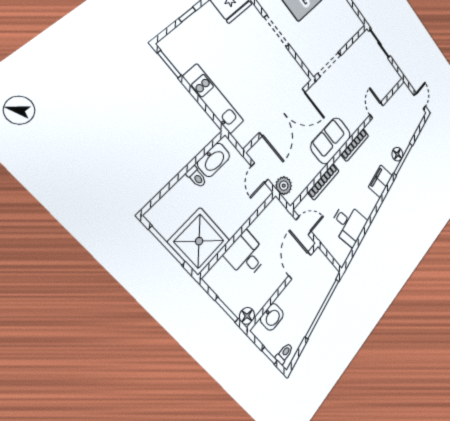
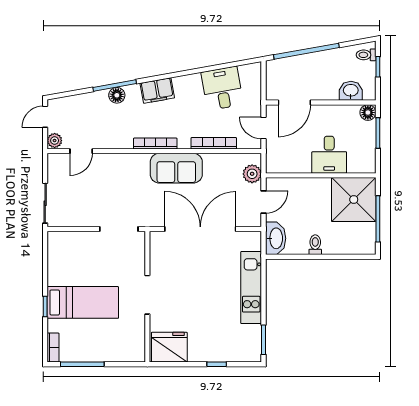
plant: (405, 90) -> (55, 141), added
door: (377, 110) -> (81, 151), moved
washbasin: (214, 160) -> (276, 238), moved, turned 90

